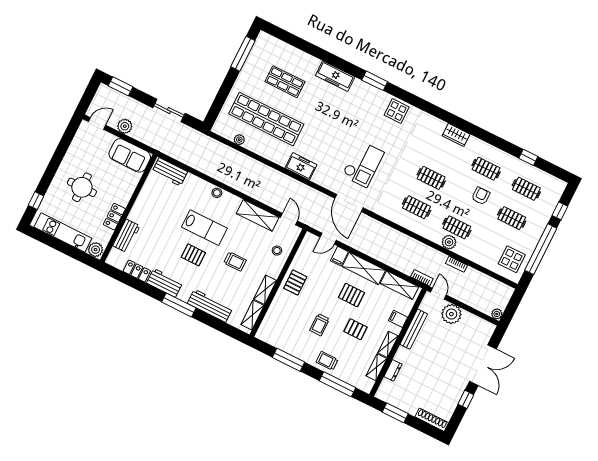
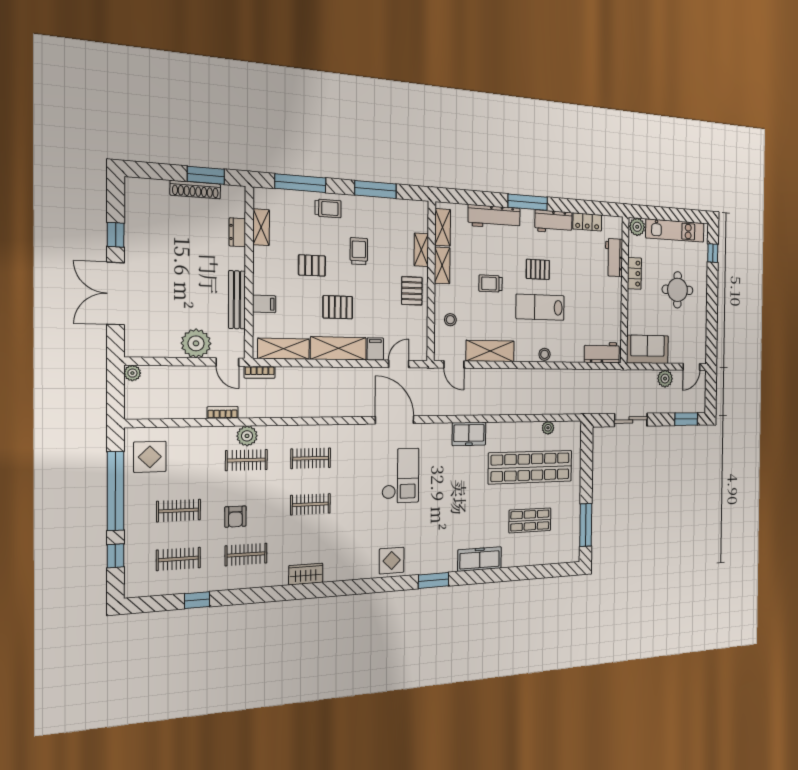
checkout: (363, 164) -> (400, 476), turned 180
shelving: (388, 344) -> (421, 250), moved
shoe rack: (432, 420) -> (195, 190), moved

